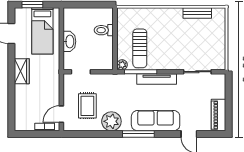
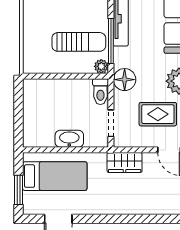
toilet: (104, 30) -> (100, 92), moved
wardrobe: (22, 71) -> (125, 163), moved, turned 180
floor lamp: (112, 82) -> (125, 80), added

